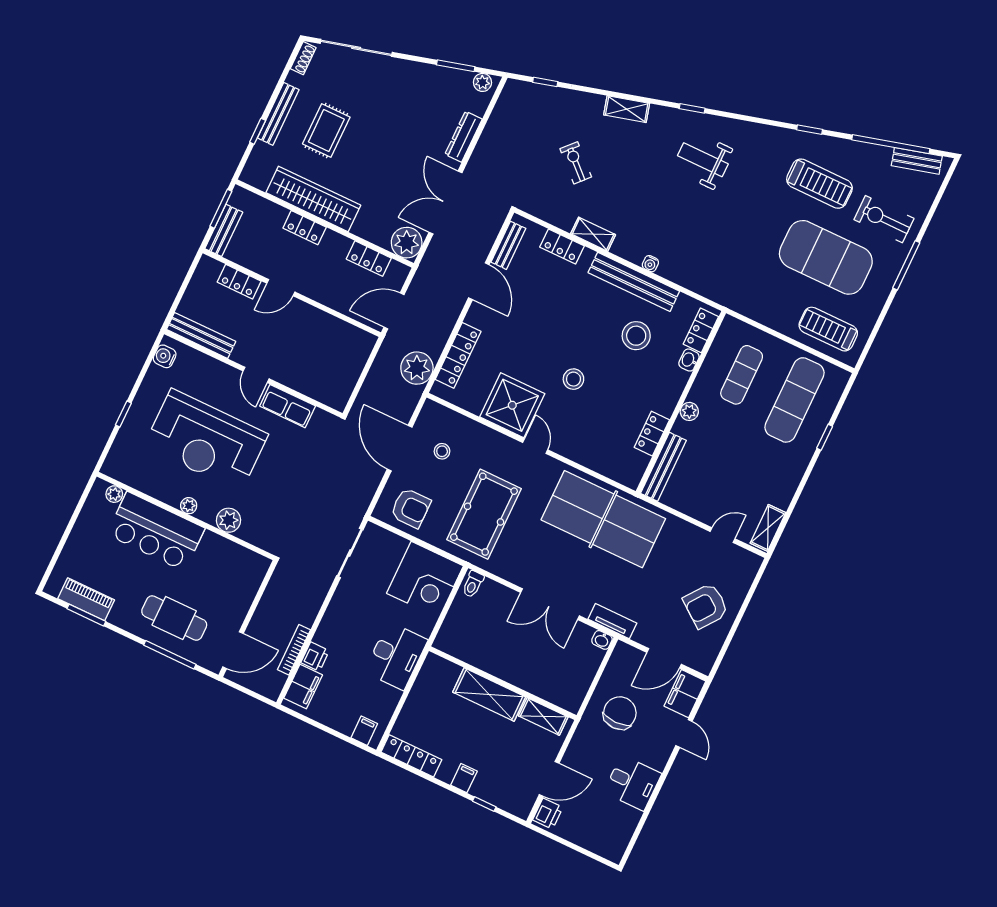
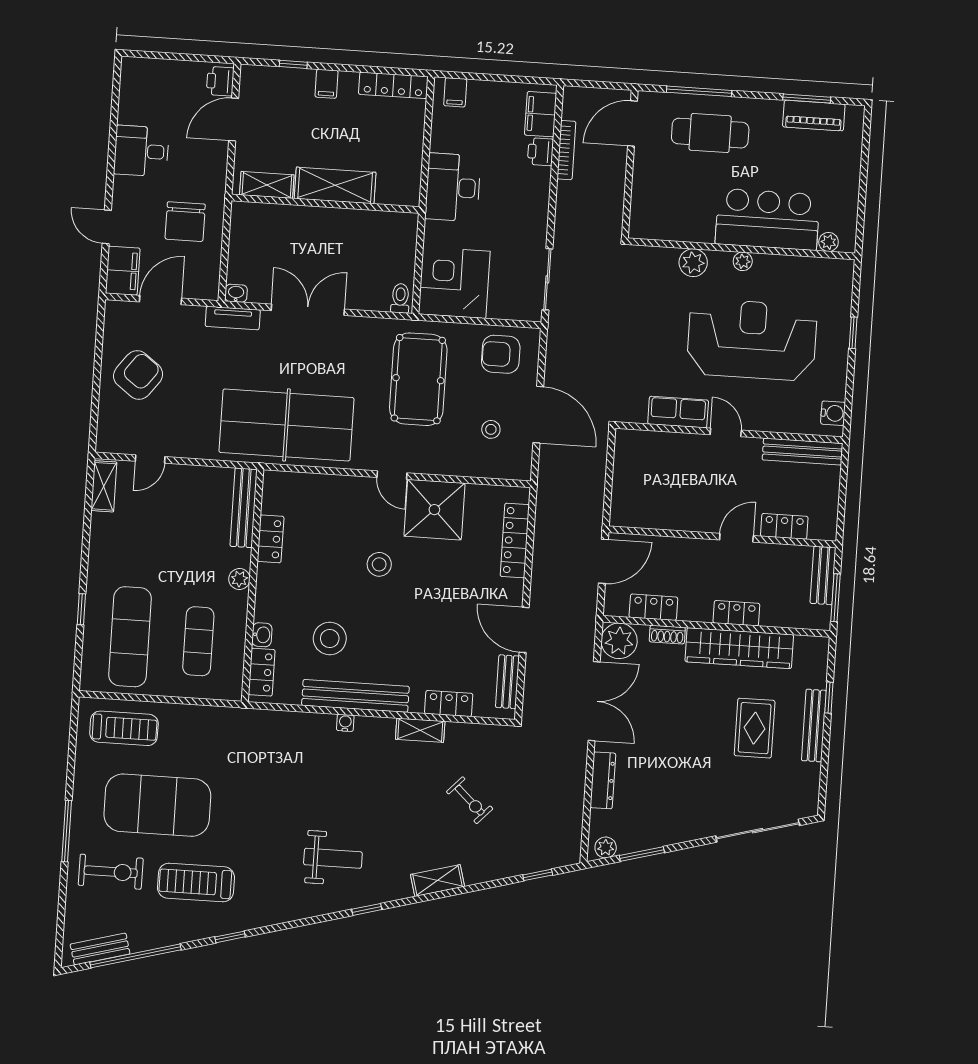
shoe rack: (303, 58) -> (667, 635), moved, turned -90
plant: (417, 368) -> (554, 509), removed

